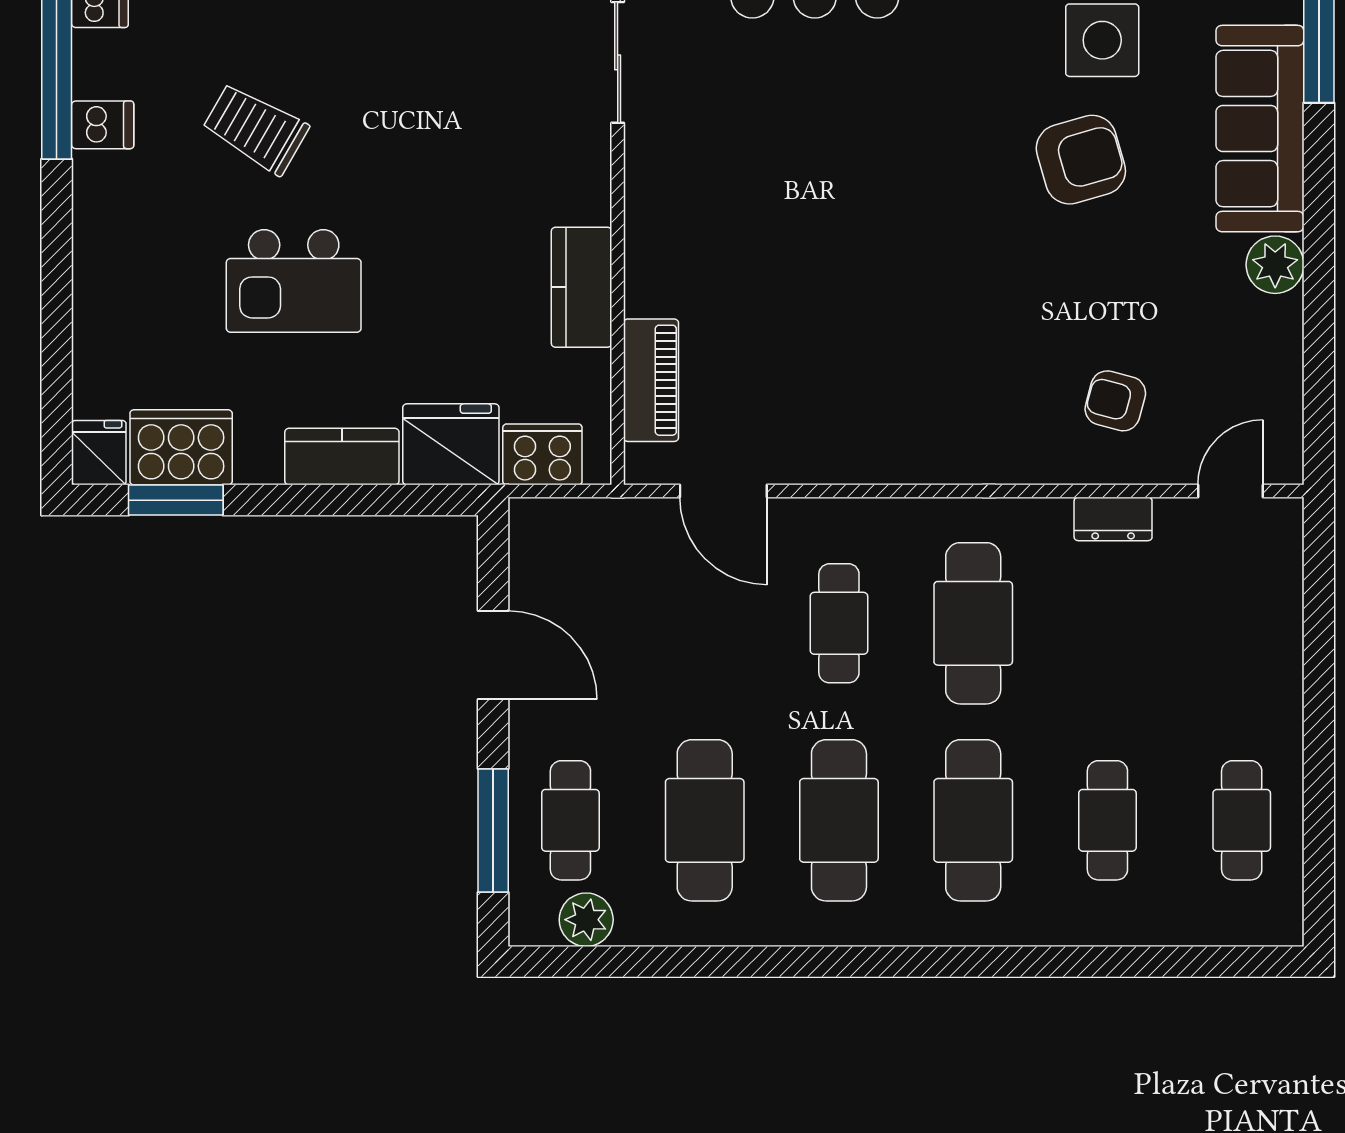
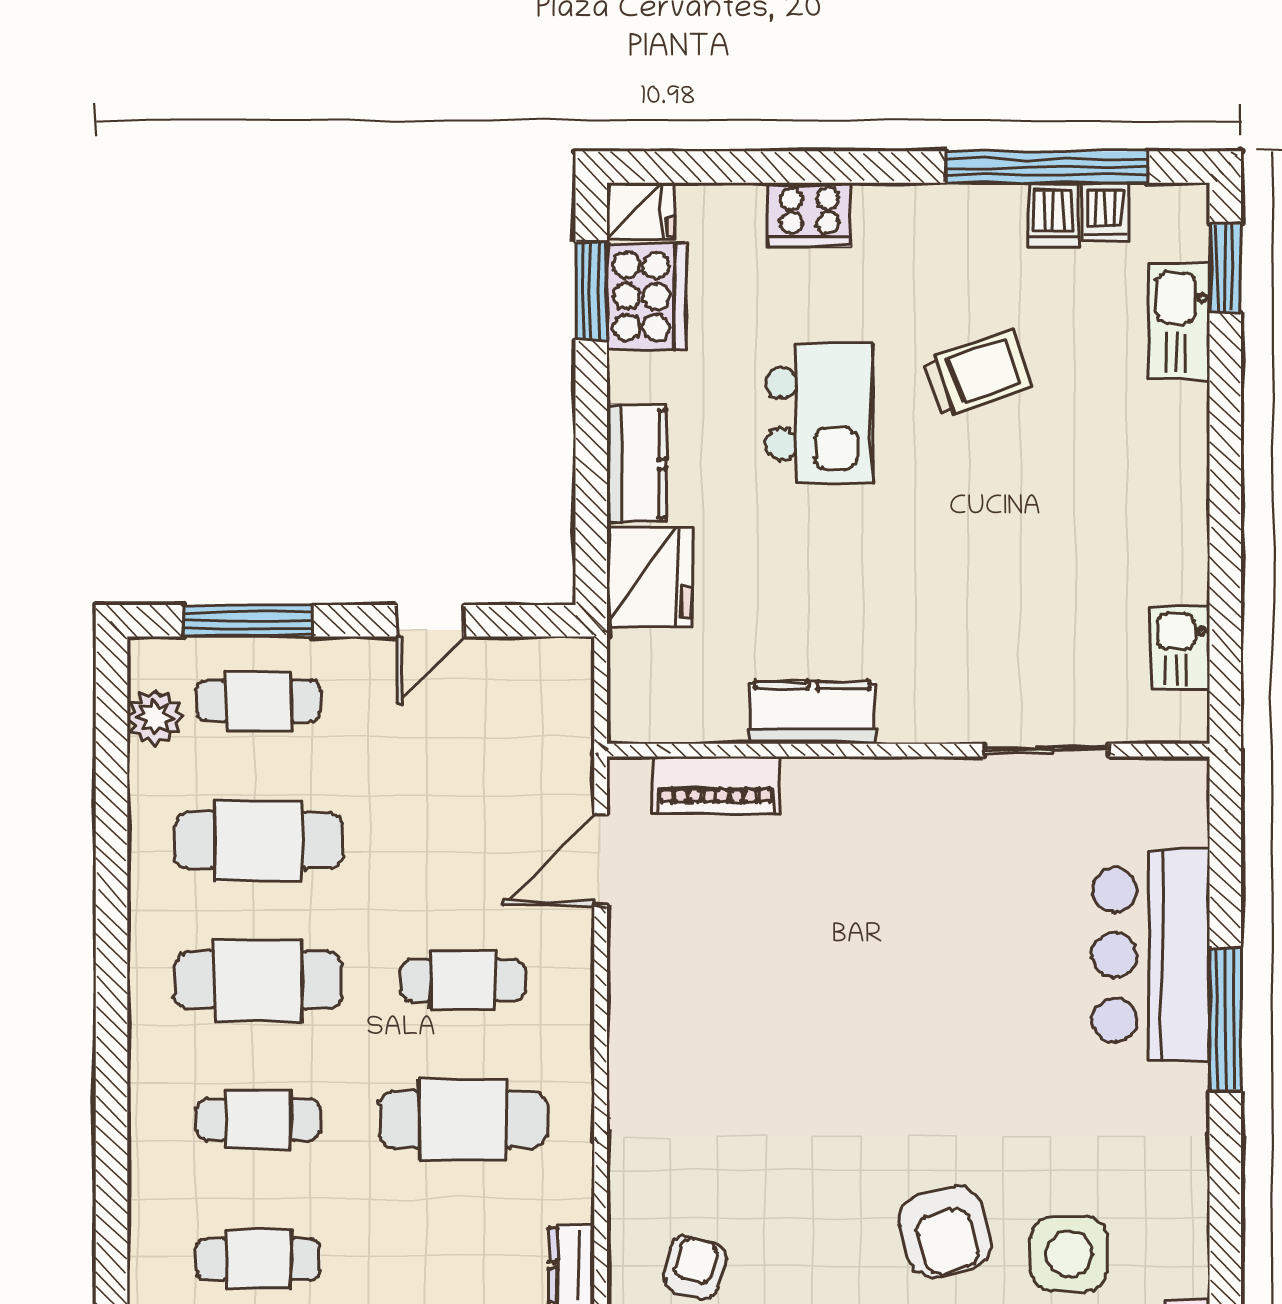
dishwasher: (103, 125) -> (1053, 215), moved
trolley: (256, 129) -> (977, 374), turned 41
kitchen island: (294, 281) -> (819, 413), turned 180
cooker: (542, 454) -> (810, 215), moved, turned 90
door: (493, 655) -> (430, 621), width x0.73
cafe table: (973, 820) -> (258, 1120), width x0.73, depth x0.74

